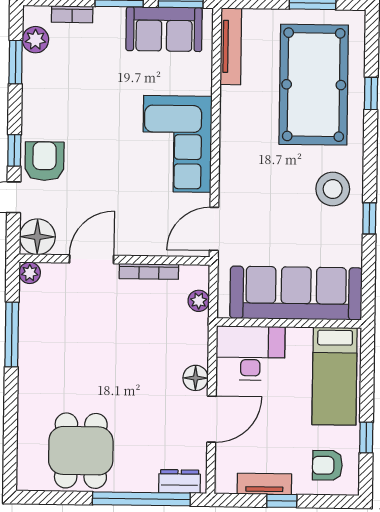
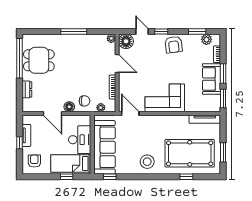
sofa: (164, 29) -> (211, 79), moved
armchair: (44, 161) -> (174, 45), moved, turned 83
window: (369, 218) -> (110, 177), moved
window: (12, 334) -> (74, 31), moved
chair: (182, 340) -> (85, 101), added
desk: (250, 353) -> (80, 140), moved
window: (366, 437) -> (67, 177), moved
dresser: (180, 481) -> (27, 89), moved
window: (141, 499) -> (20, 58), moved

